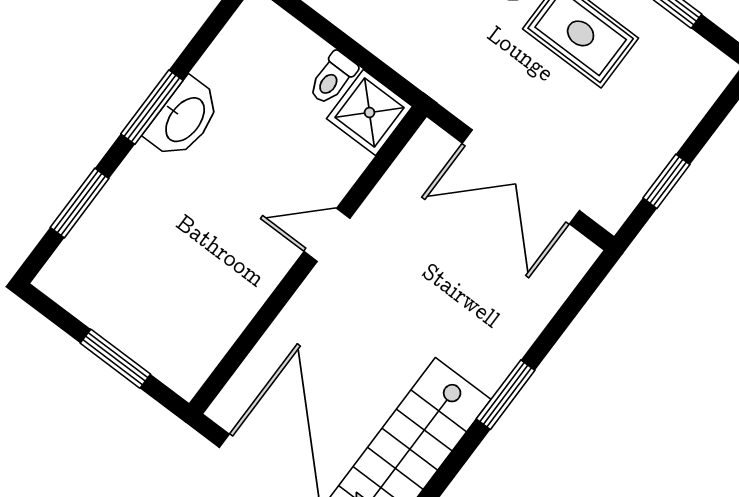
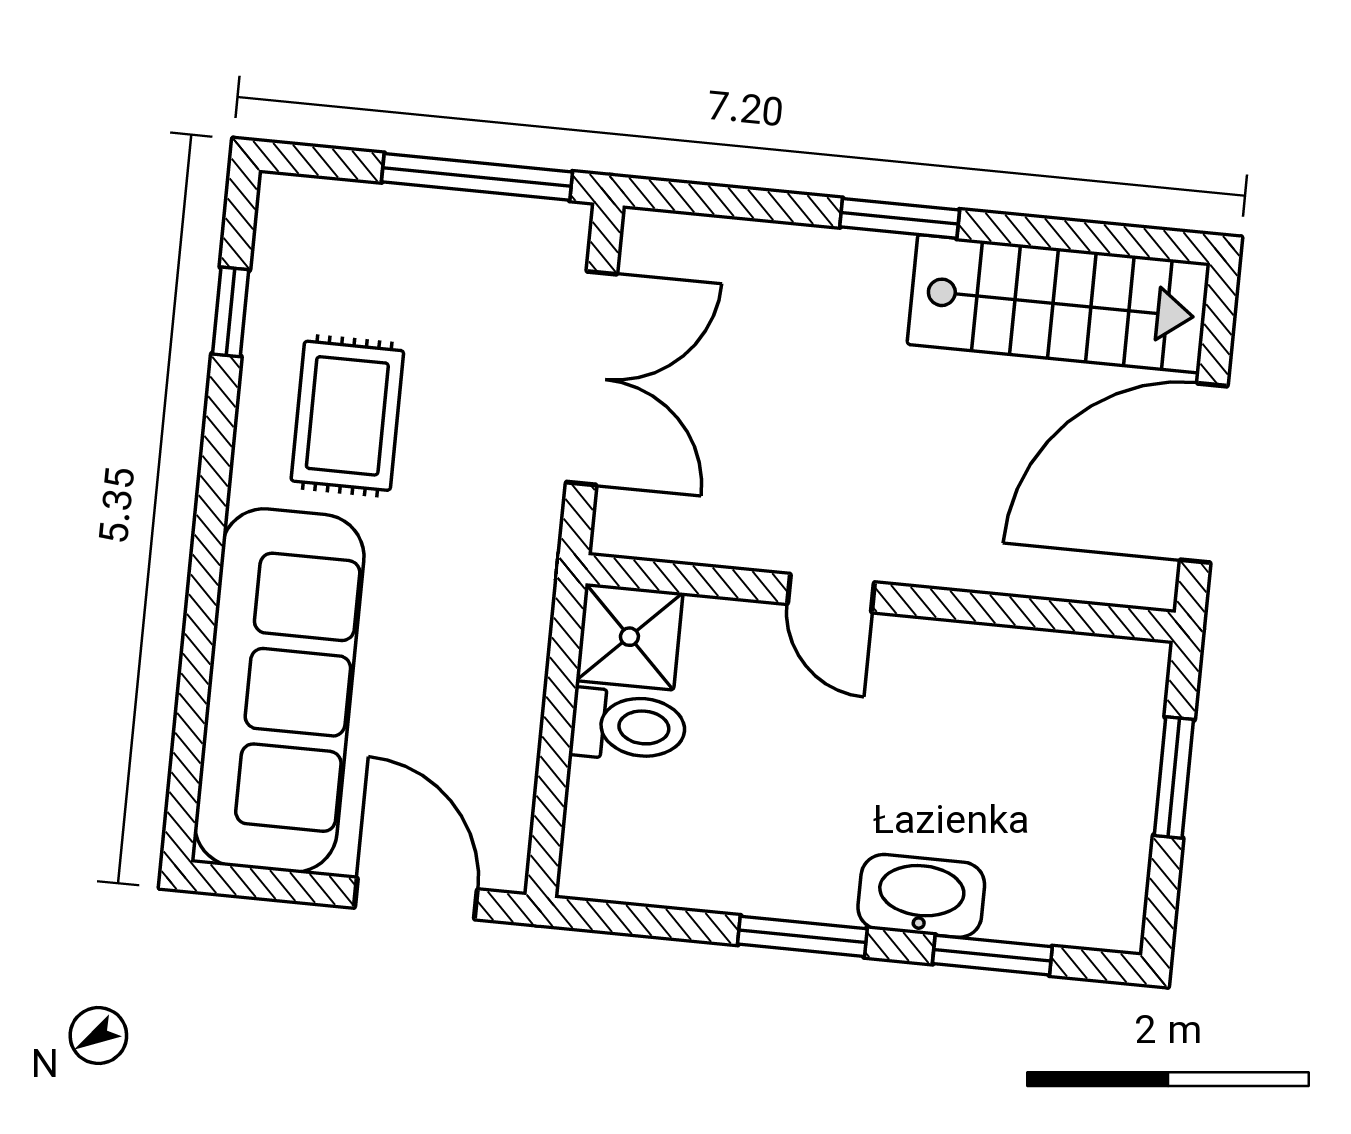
toilet: (333, 78) -> (628, 726), width x1.37, depth x1.39
washbasin: (184, 119) -> (921, 896), moved
window: (666, 181) -> (477, 177), width x2.17

